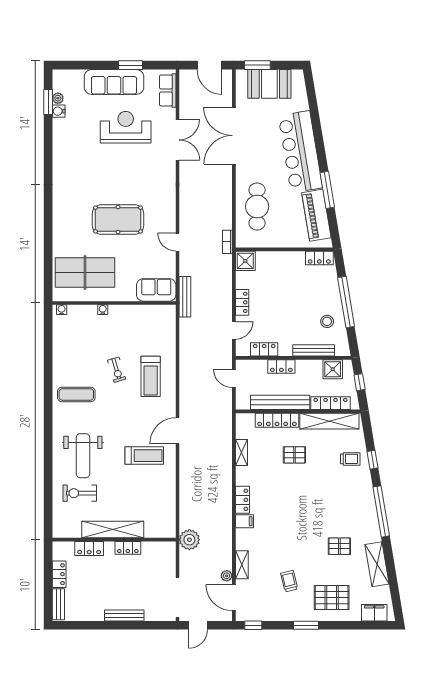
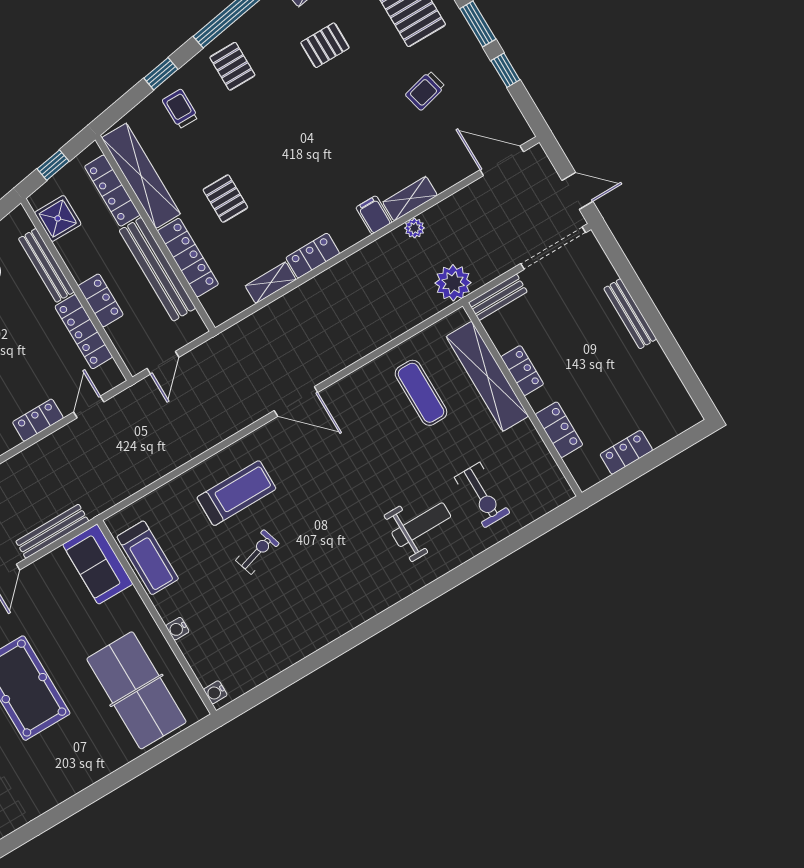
bench: (185, 297) -> (52, 531), moved
door: (234, 330) -> (89, 407), hinge flipped
locker: (264, 349) -> (84, 332), width x1.53
exercise mat: (76, 394) -> (421, 393), moved
weight bench: (83, 456) -> (421, 525), width x0.73, depth x0.75
treadmill: (144, 456) -> (148, 558), moved, turned 180
pallet: (356, 496) -> (232, 66), added
locker: (242, 500) -> (313, 256), moved
shelving: (113, 529) -> (487, 376), moved
pallet: (339, 546) -> (325, 45), turned 90
shelving: (242, 565) -> (410, 199), moved
plant: (227, 576) -> (415, 228), moved
door: (234, 598) -> (502, 161), swing flipped
bench: (58, 604) -> (498, 297), moved
window: (253, 625) -> (505, 70), moved

